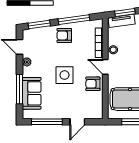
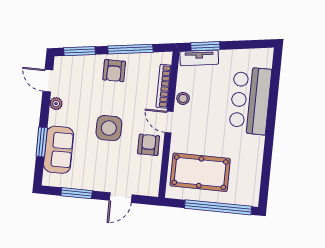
armchair: (64, 35) -> (114, 71), turned -90
armchair: (93, 84) -> (149, 145), turned 90
window: (20, 89) -> (42, 142), width x0.69
window: (47, 122) -> (77, 193), width x0.69

